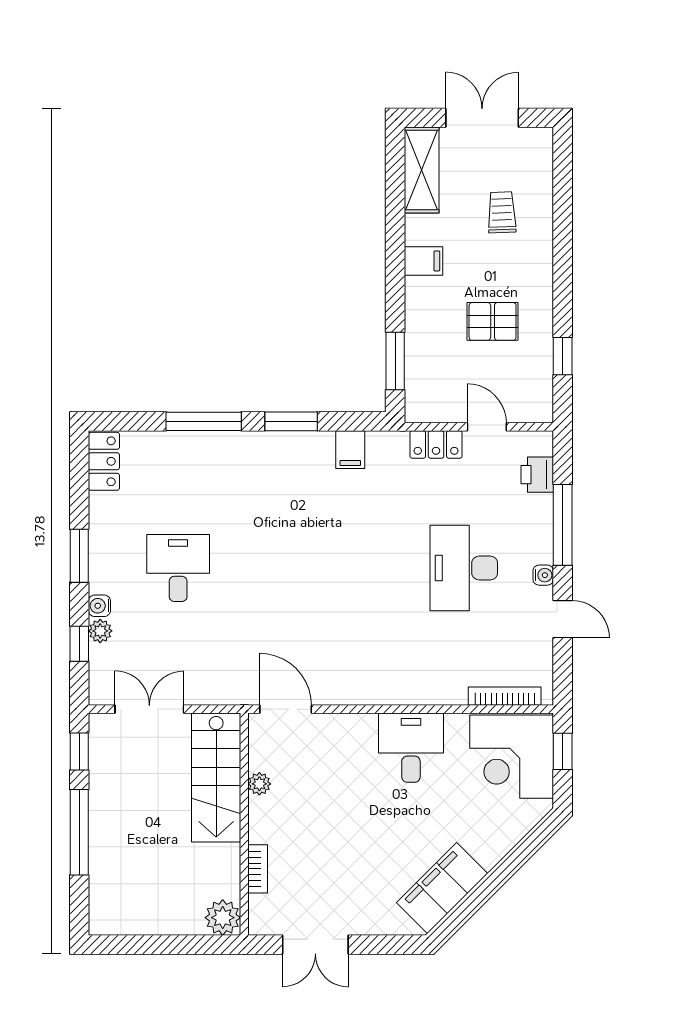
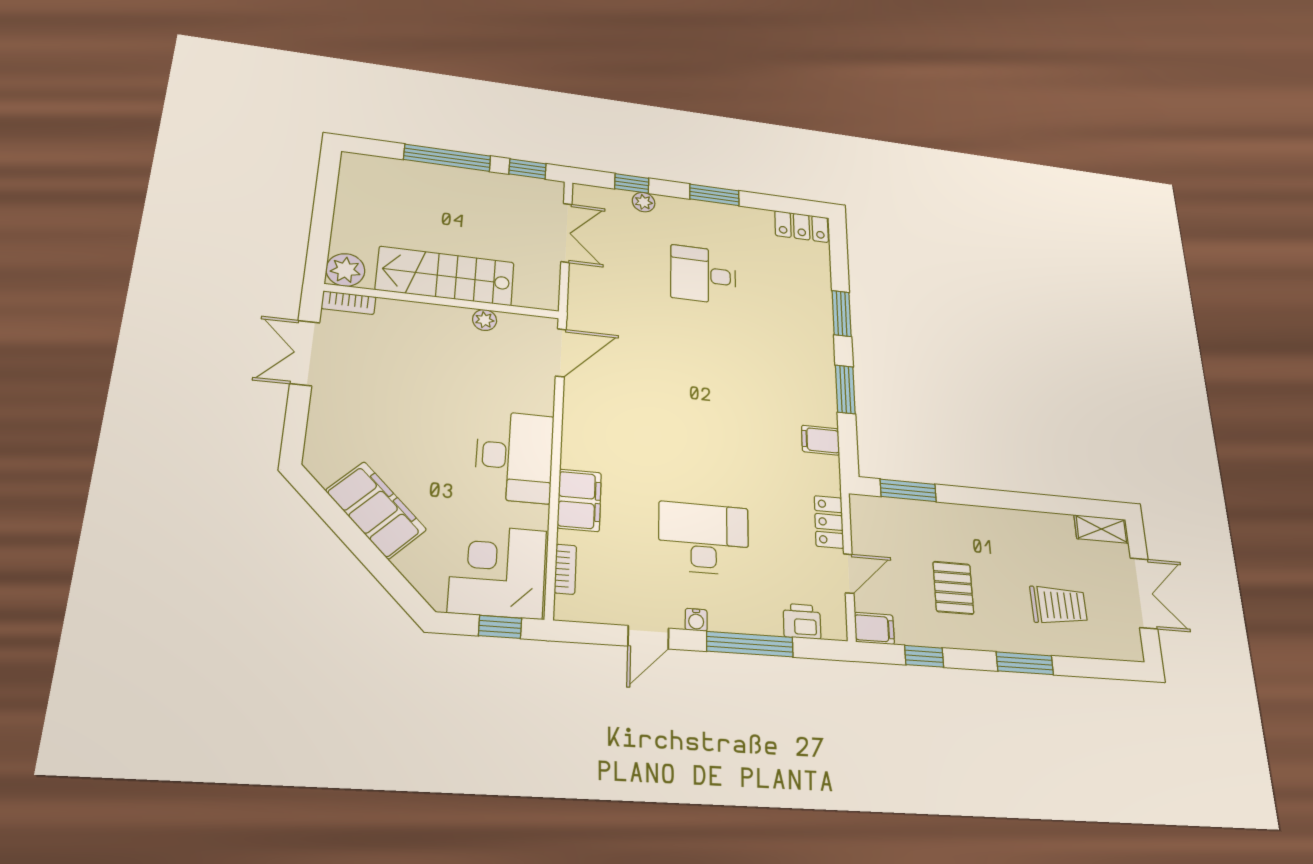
shelving: (422, 170) -> (1101, 529), width x0.67, depth x0.75
trolley: (502, 212) -> (1059, 605), width x1.36, depth x1.39
window: (563, 254) -> (1025, 663), added
filing cabinet: (423, 261) -> (874, 628), moved, turned -90
window: (204, 421) -> (842, 313), width x0.69
desk: (178, 568) -> (703, 275), turned 180
water cooler: (99, 606) -> (668, 205), removed
filing cabinet: (437, 686) -> (579, 500), added
bookcase: (505, 696) -> (565, 569), width x0.64
desk: (411, 748) -> (515, 456), width x1.37
stairs: (216, 777) -> (445, 276), moved
bookcase: (258, 869) -> (349, 303), moved
filing cabinet: (442, 888) -> (376, 510), moved

